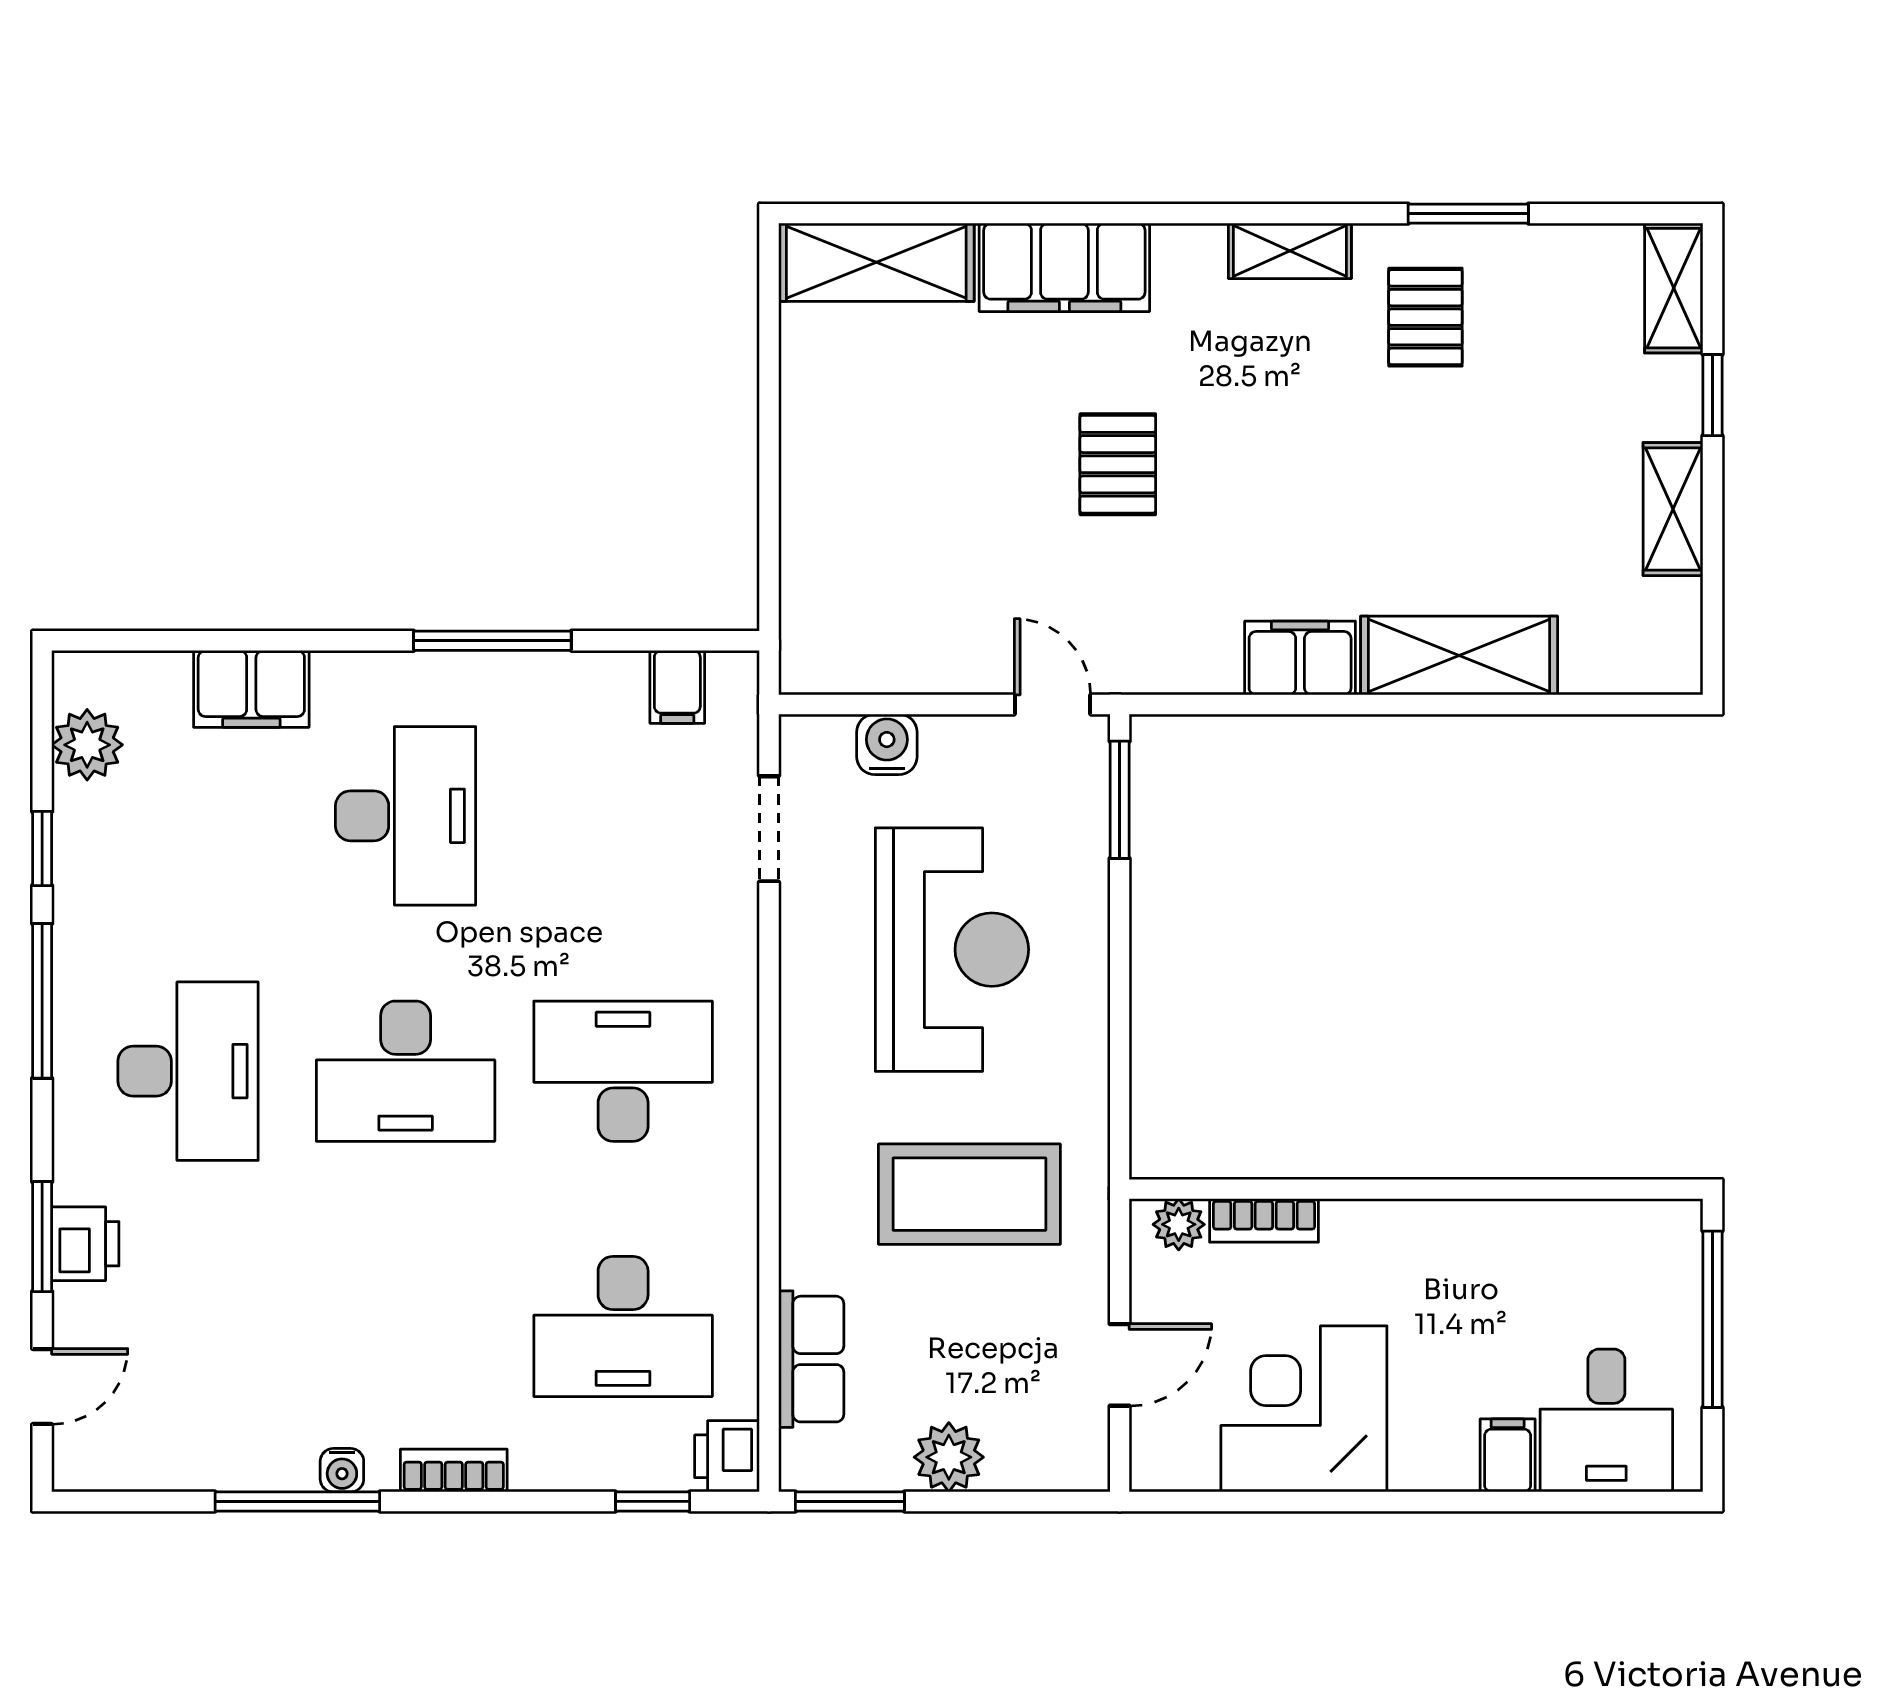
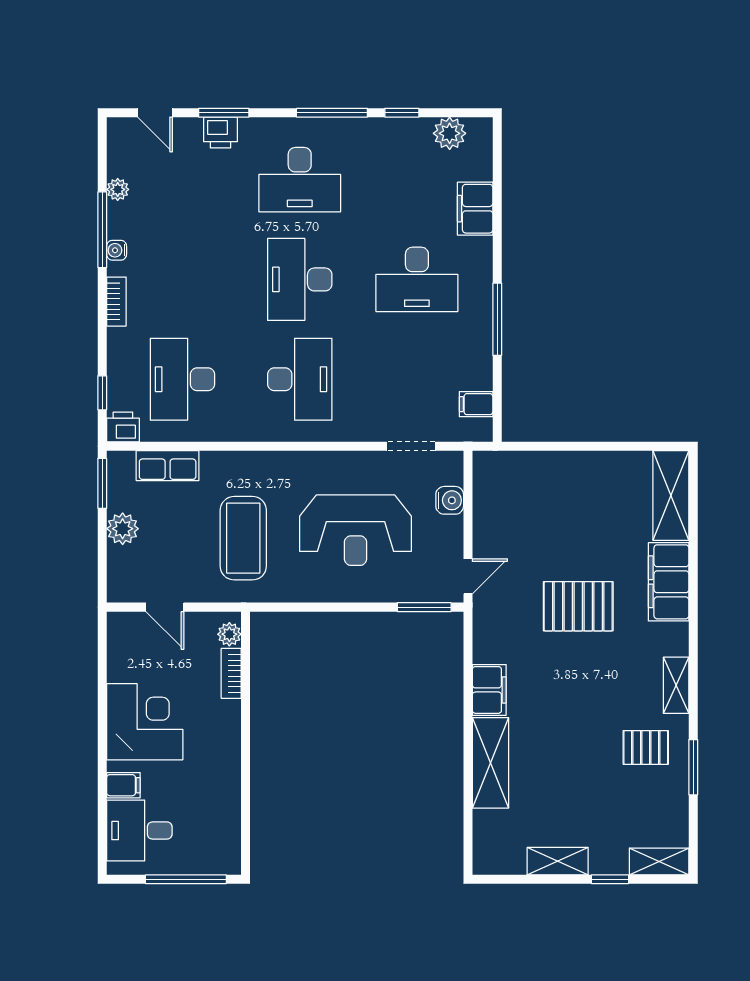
pallet: (1118, 464) -> (578, 606), width x1.50, depth x1.42
corner desk: (1304, 1409) -> (145, 722), moved
plant: (210, 1468) -> (118, 189), added

